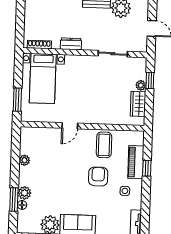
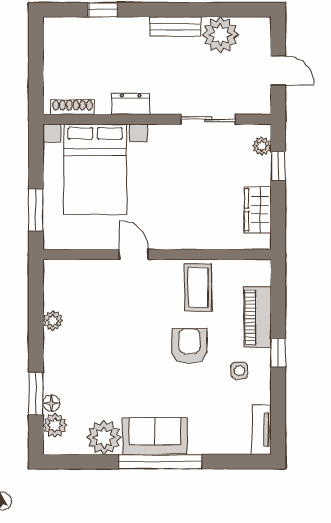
bed with nightstands: (43, 78) -> (95, 169), width x1.36
plant: (141, 85) -> (262, 146), moved
door: (70, 126) -> (134, 254), swing flipped
window: (147, 168) -> (278, 353), moved
plant: (24, 193) -> (55, 425), moved

